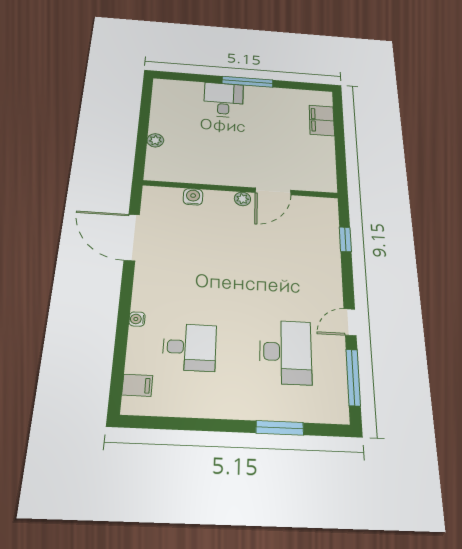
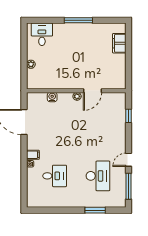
desk: (224, 100) -> (42, 34), moved
filing cabinet: (137, 385) -> (33, 155), moved

